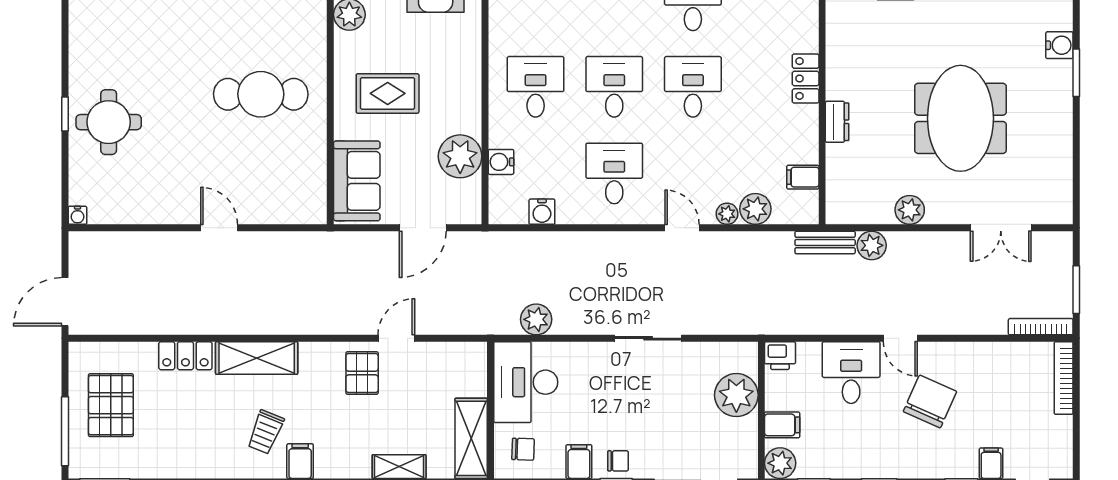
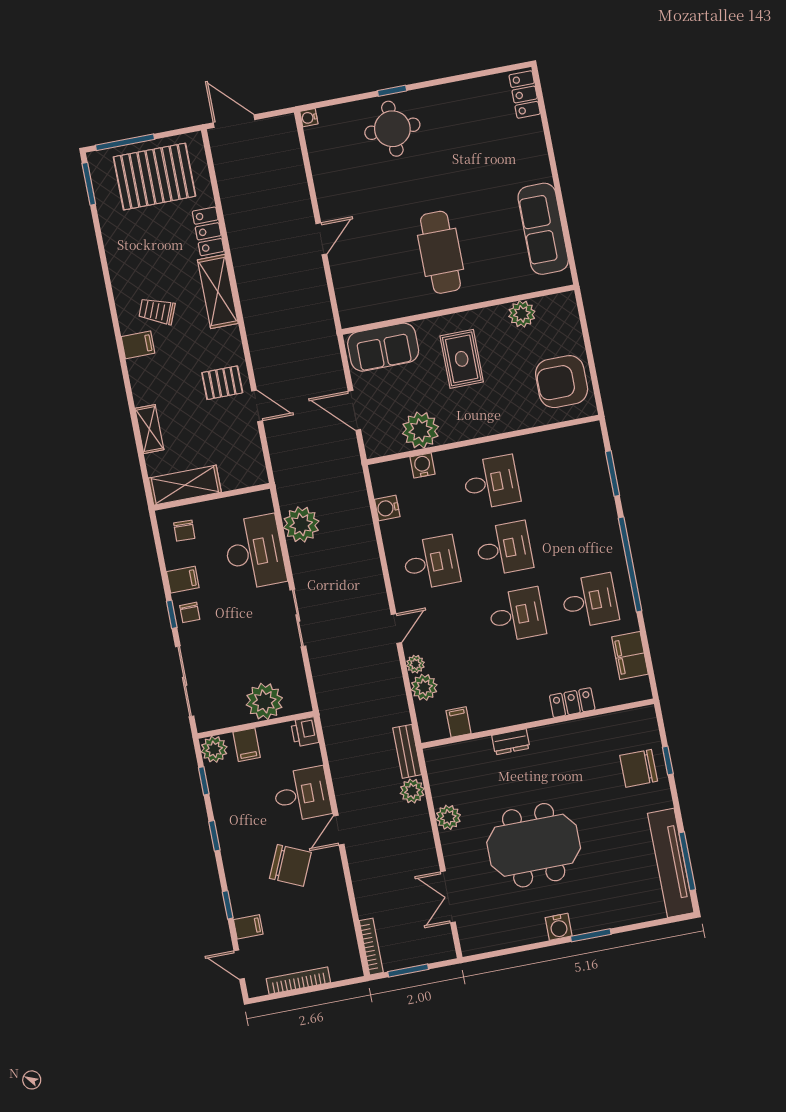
water cooler: (1059, 45) -> (559, 927), moved
locker: (806, 79) -> (572, 703), moved
plant: (536, 319) -> (301, 524), width x1.36, depth x1.36
bookcase: (1064, 378) -> (298, 981), moved
desk: (526, 382) -> (254, 552), moved, turned 90
pallet: (111, 405) -> (154, 177), width x1.37, depth x1.41

